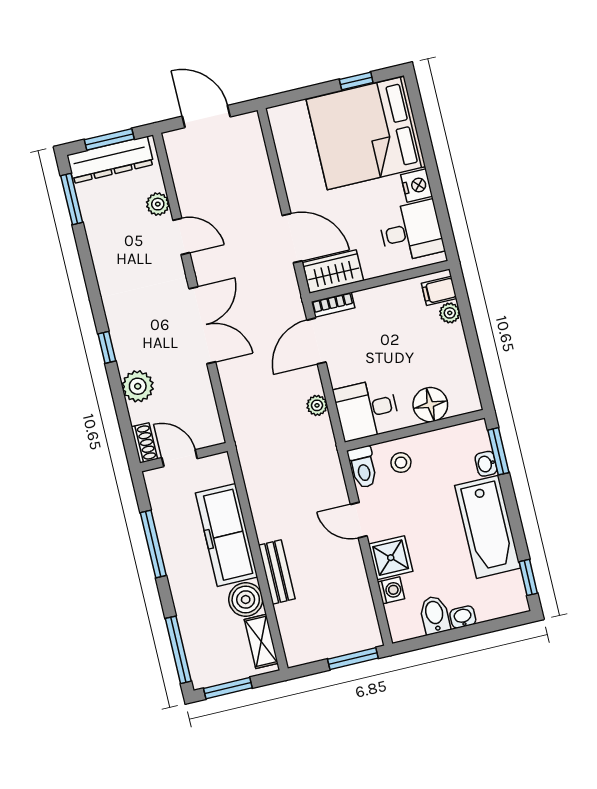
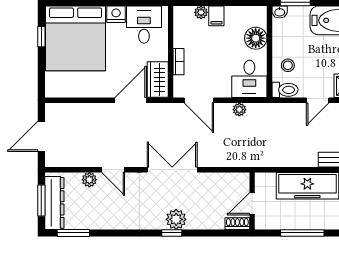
door: (181, 236) -> (113, 170), swing flipped
filing cabinet: (439, 291) -> (216, 16), moved
bookcase: (333, 305) -> (178, 62), moved
plant: (138, 386) -> (176, 219), moved
washbasin: (486, 464) -> (280, 12), moved

